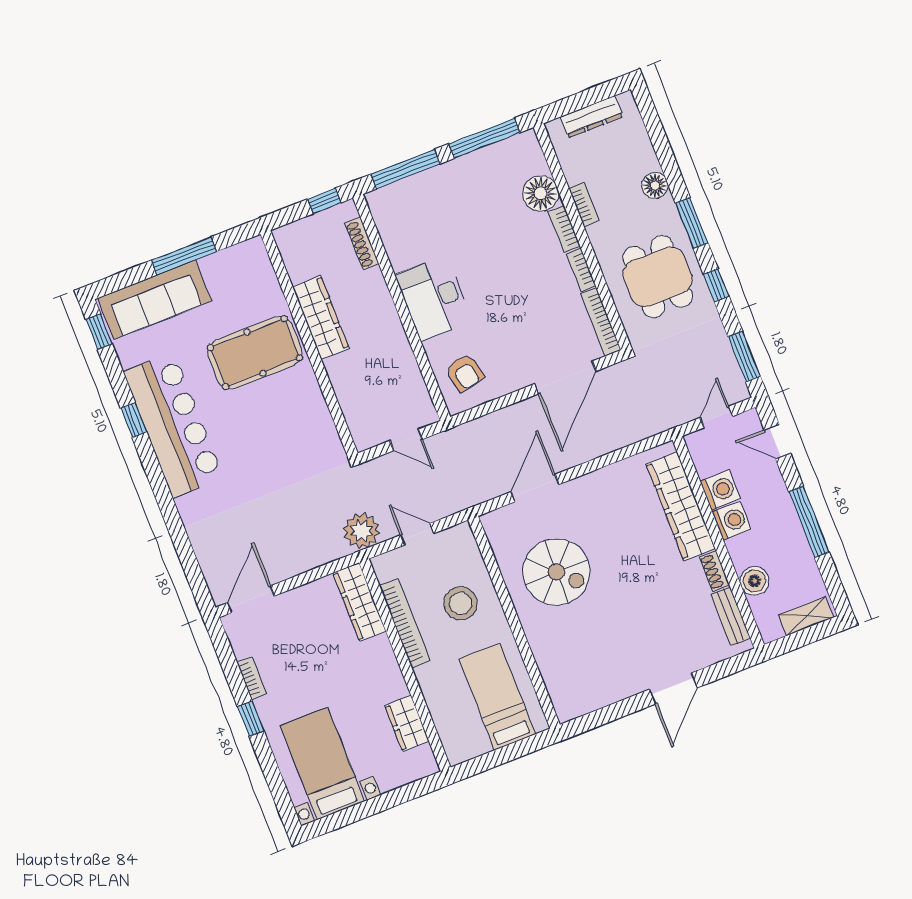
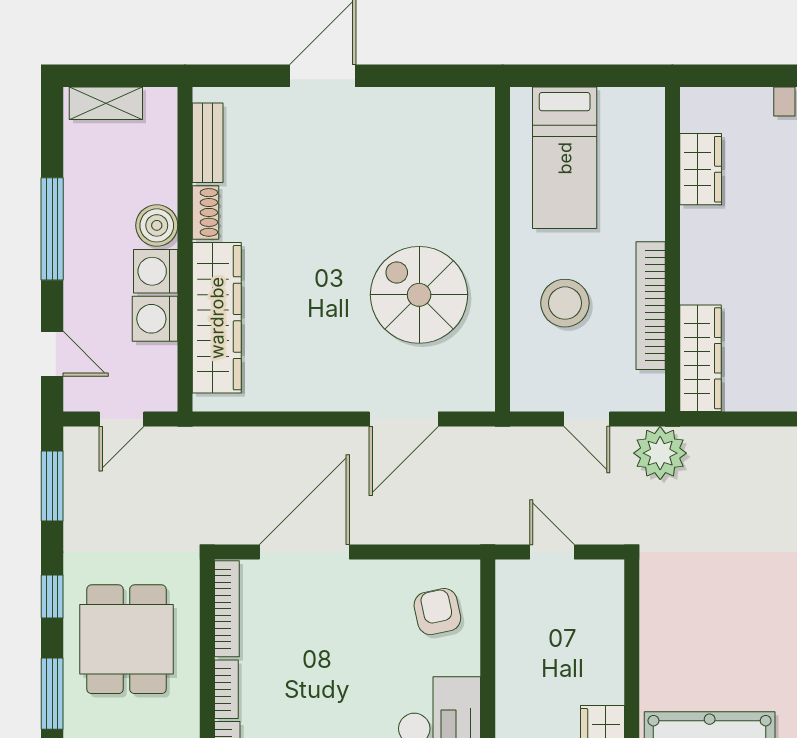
boiler: (754, 581) -> (157, 225), moved

